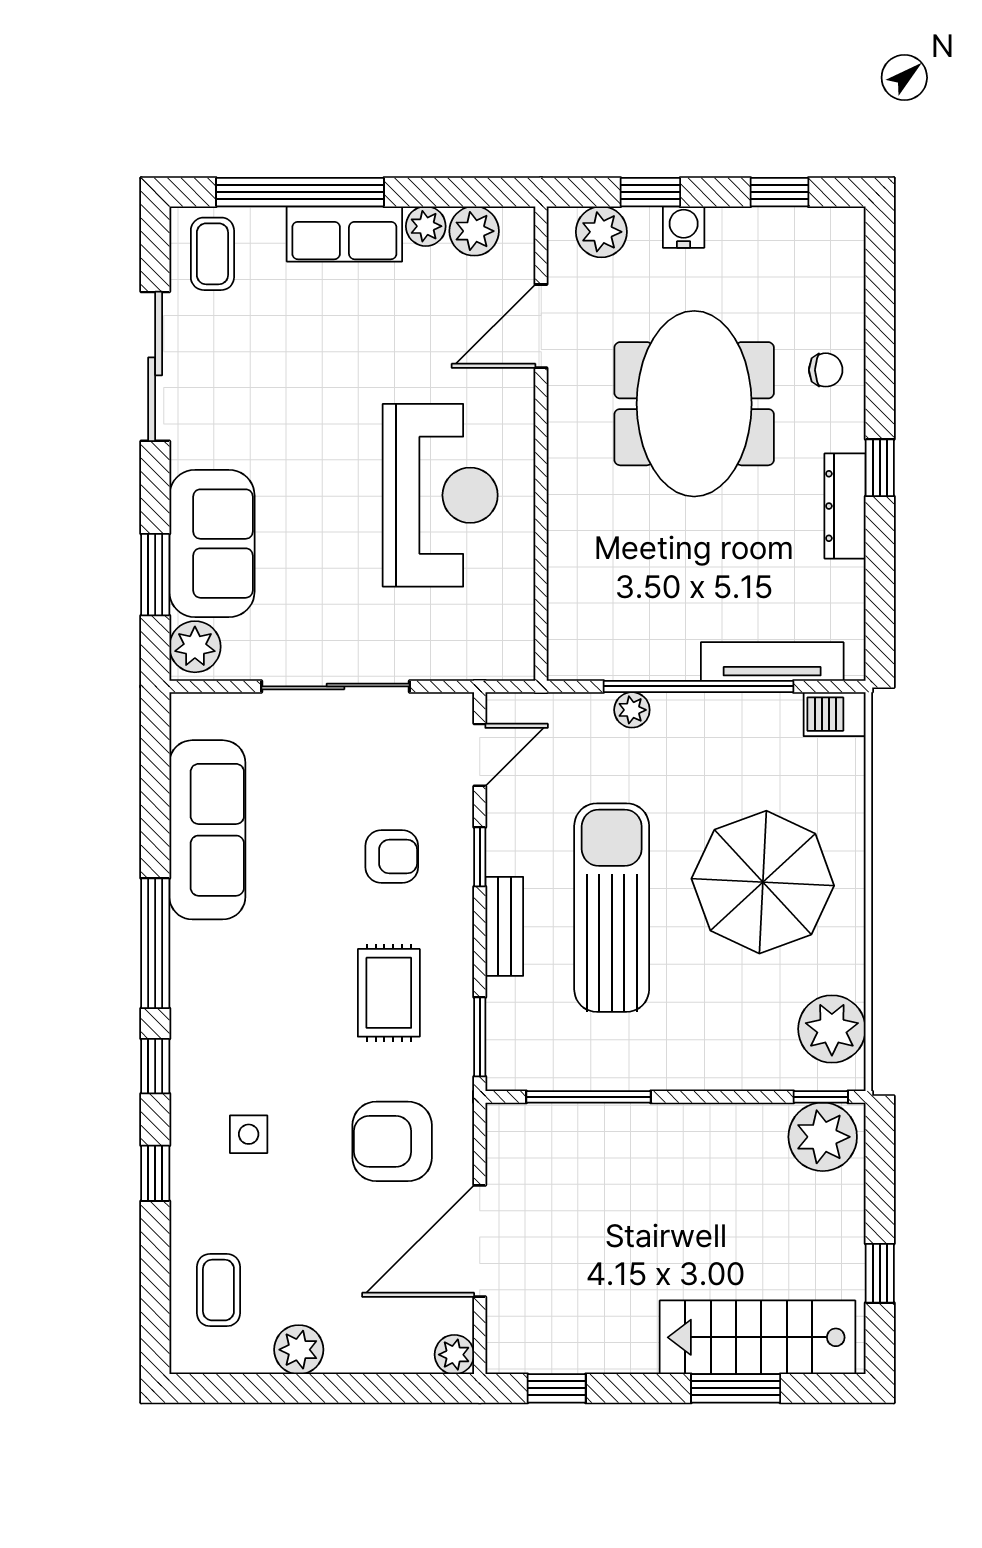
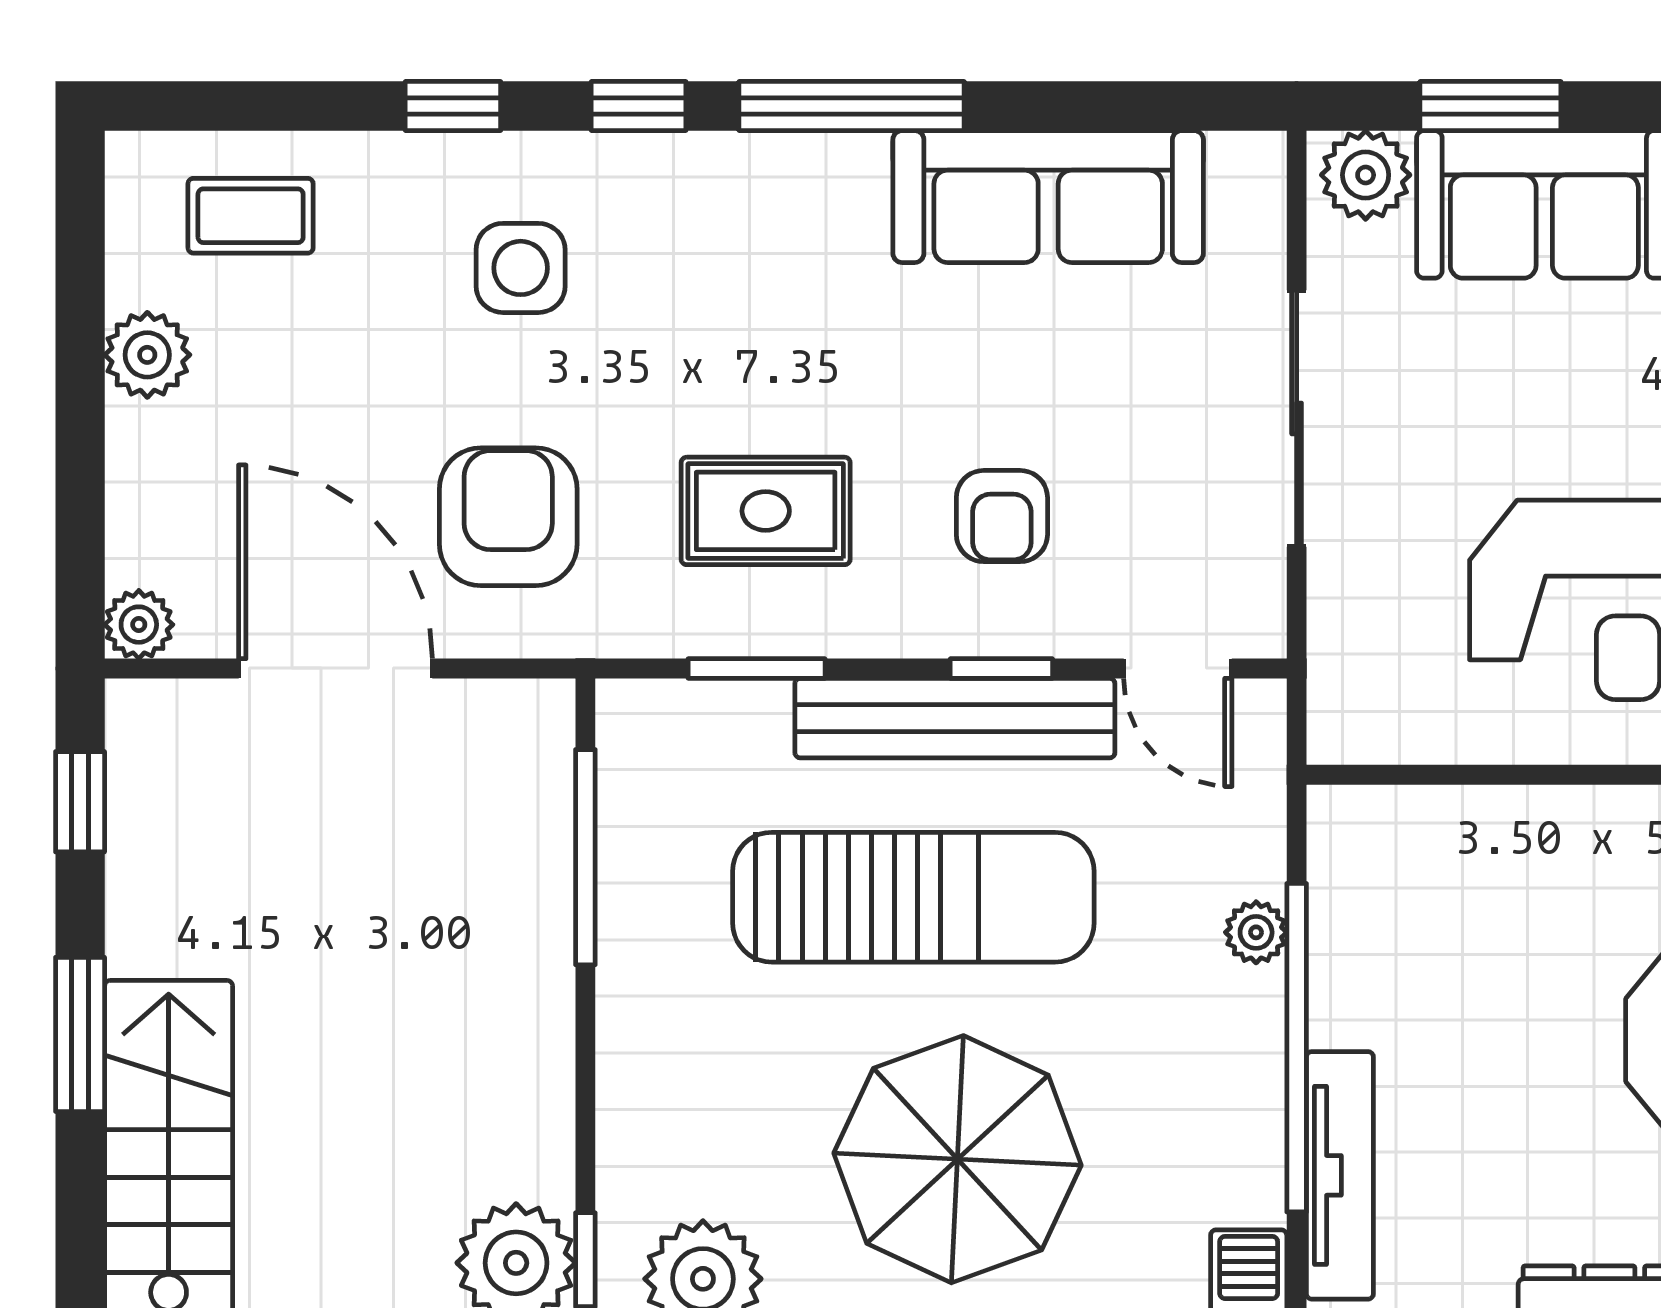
bench: (504, 926) -> (955, 718), width x1.86, depth x1.21
window: (480, 1037) -> (757, 668), moved
side table: (249, 1134) -> (521, 268), width x1.37, depth x1.37
window: (736, 1388) -> (80, 1034), moved

